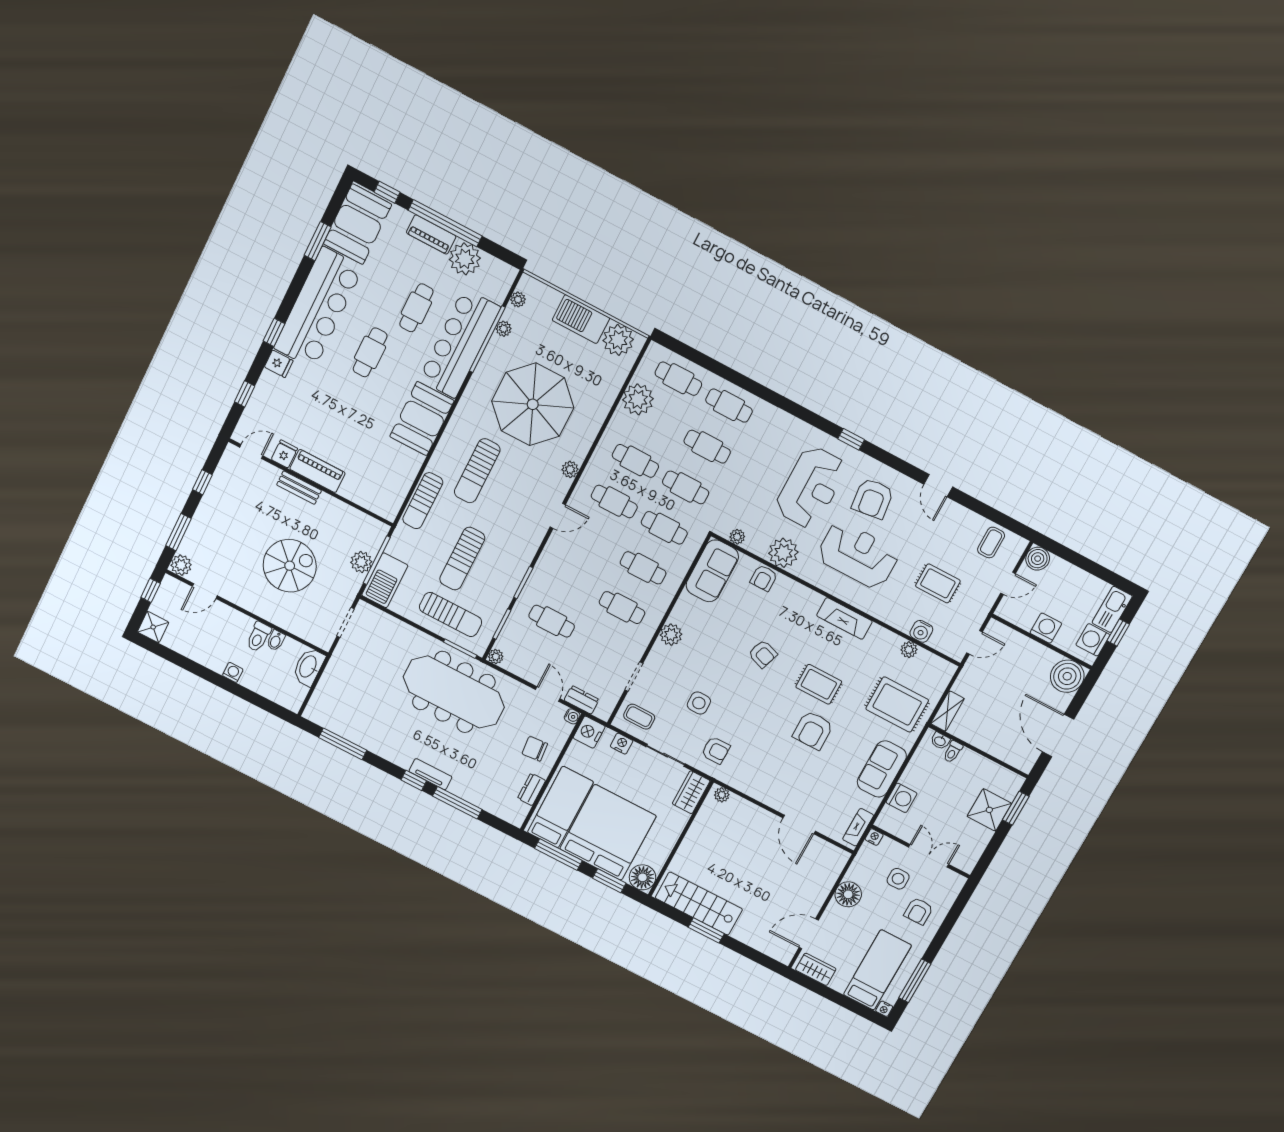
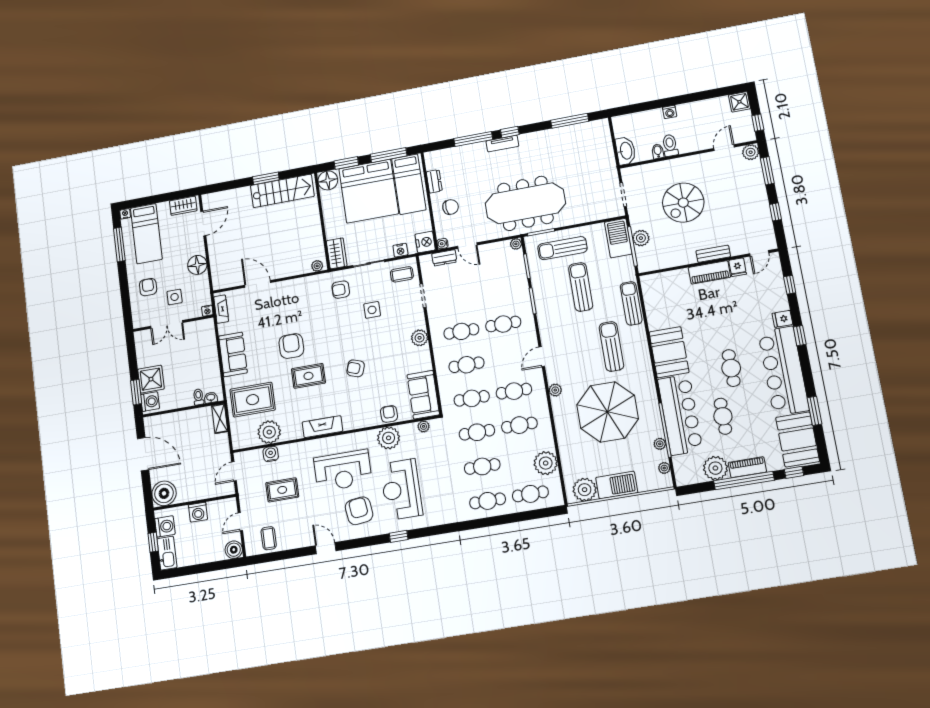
cafe table: (552, 621) -> (503, 324), moved
plant: (909, 650) -> (269, 432), width x1.88, depth x1.88
washing machine: (902, 798) -> (150, 402), moved, turned 180

